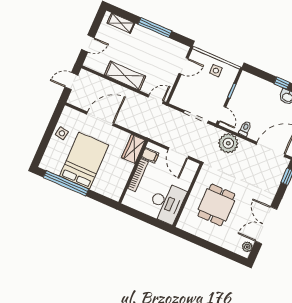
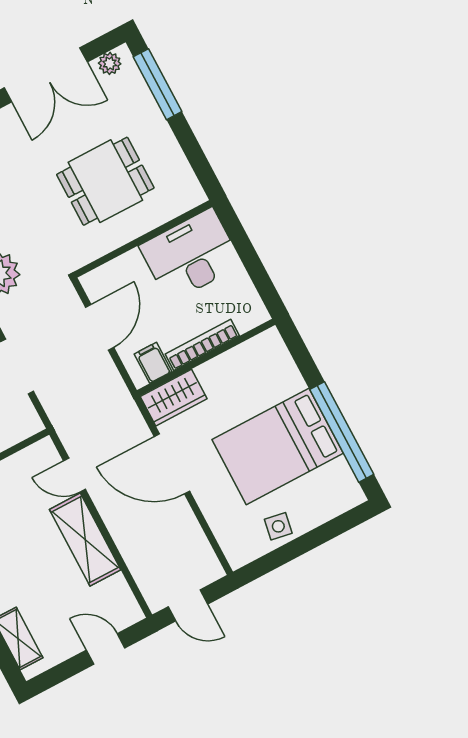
door: (156, 99) -> (75, 475), moved
door: (100, 119) -> (172, 464), moved
window: (225, 253) -> (158, 84), added

